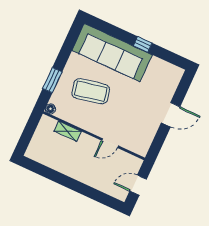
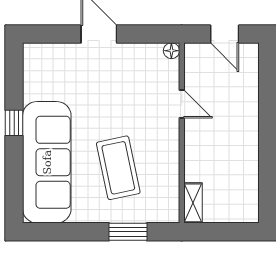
floor lamp: (50, 109) -> (171, 51), moved
shelving: (68, 131) -> (193, 203), moved

